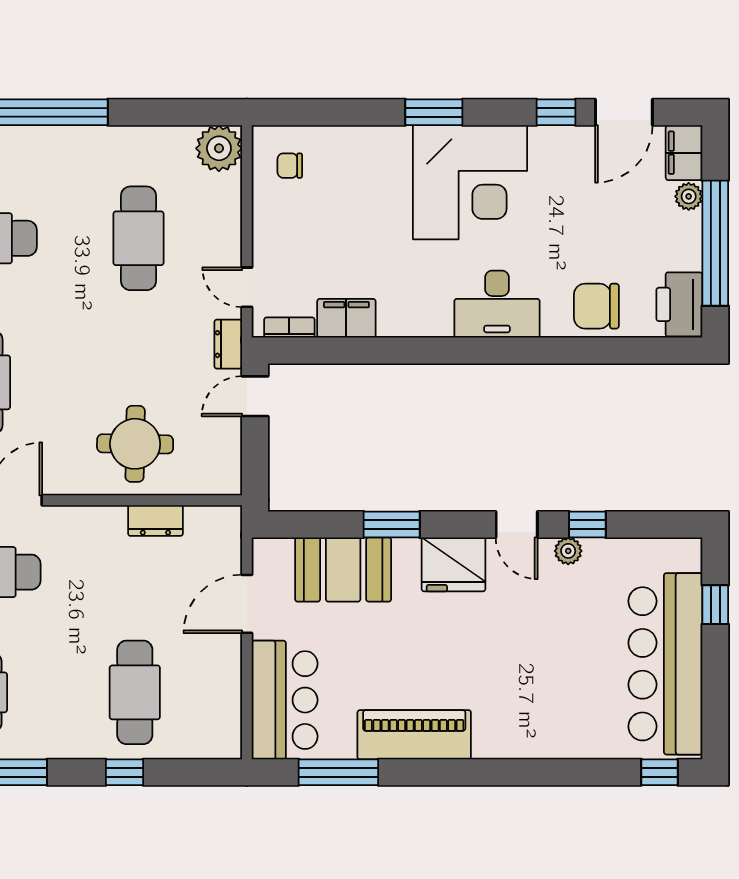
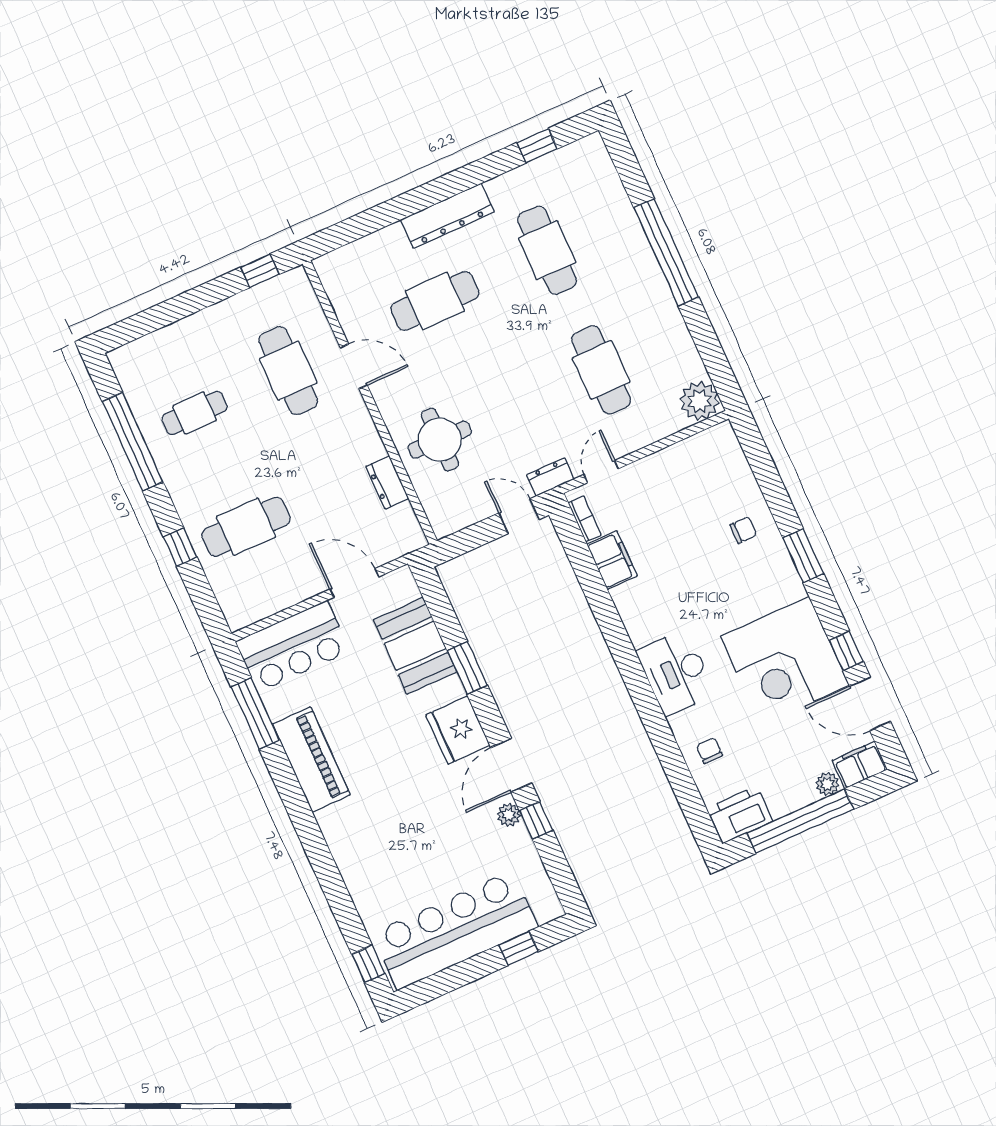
chair: (290, 166) -> (744, 530), moved, turned 90
corner desk: (470, 182) -> (785, 661), moved
cafe table: (138, 238) -> (601, 370), turned 90
chair: (596, 306) -> (709, 751), width x0.54, depth x0.54
door: (517, 524) -> (511, 765), width x1.38

